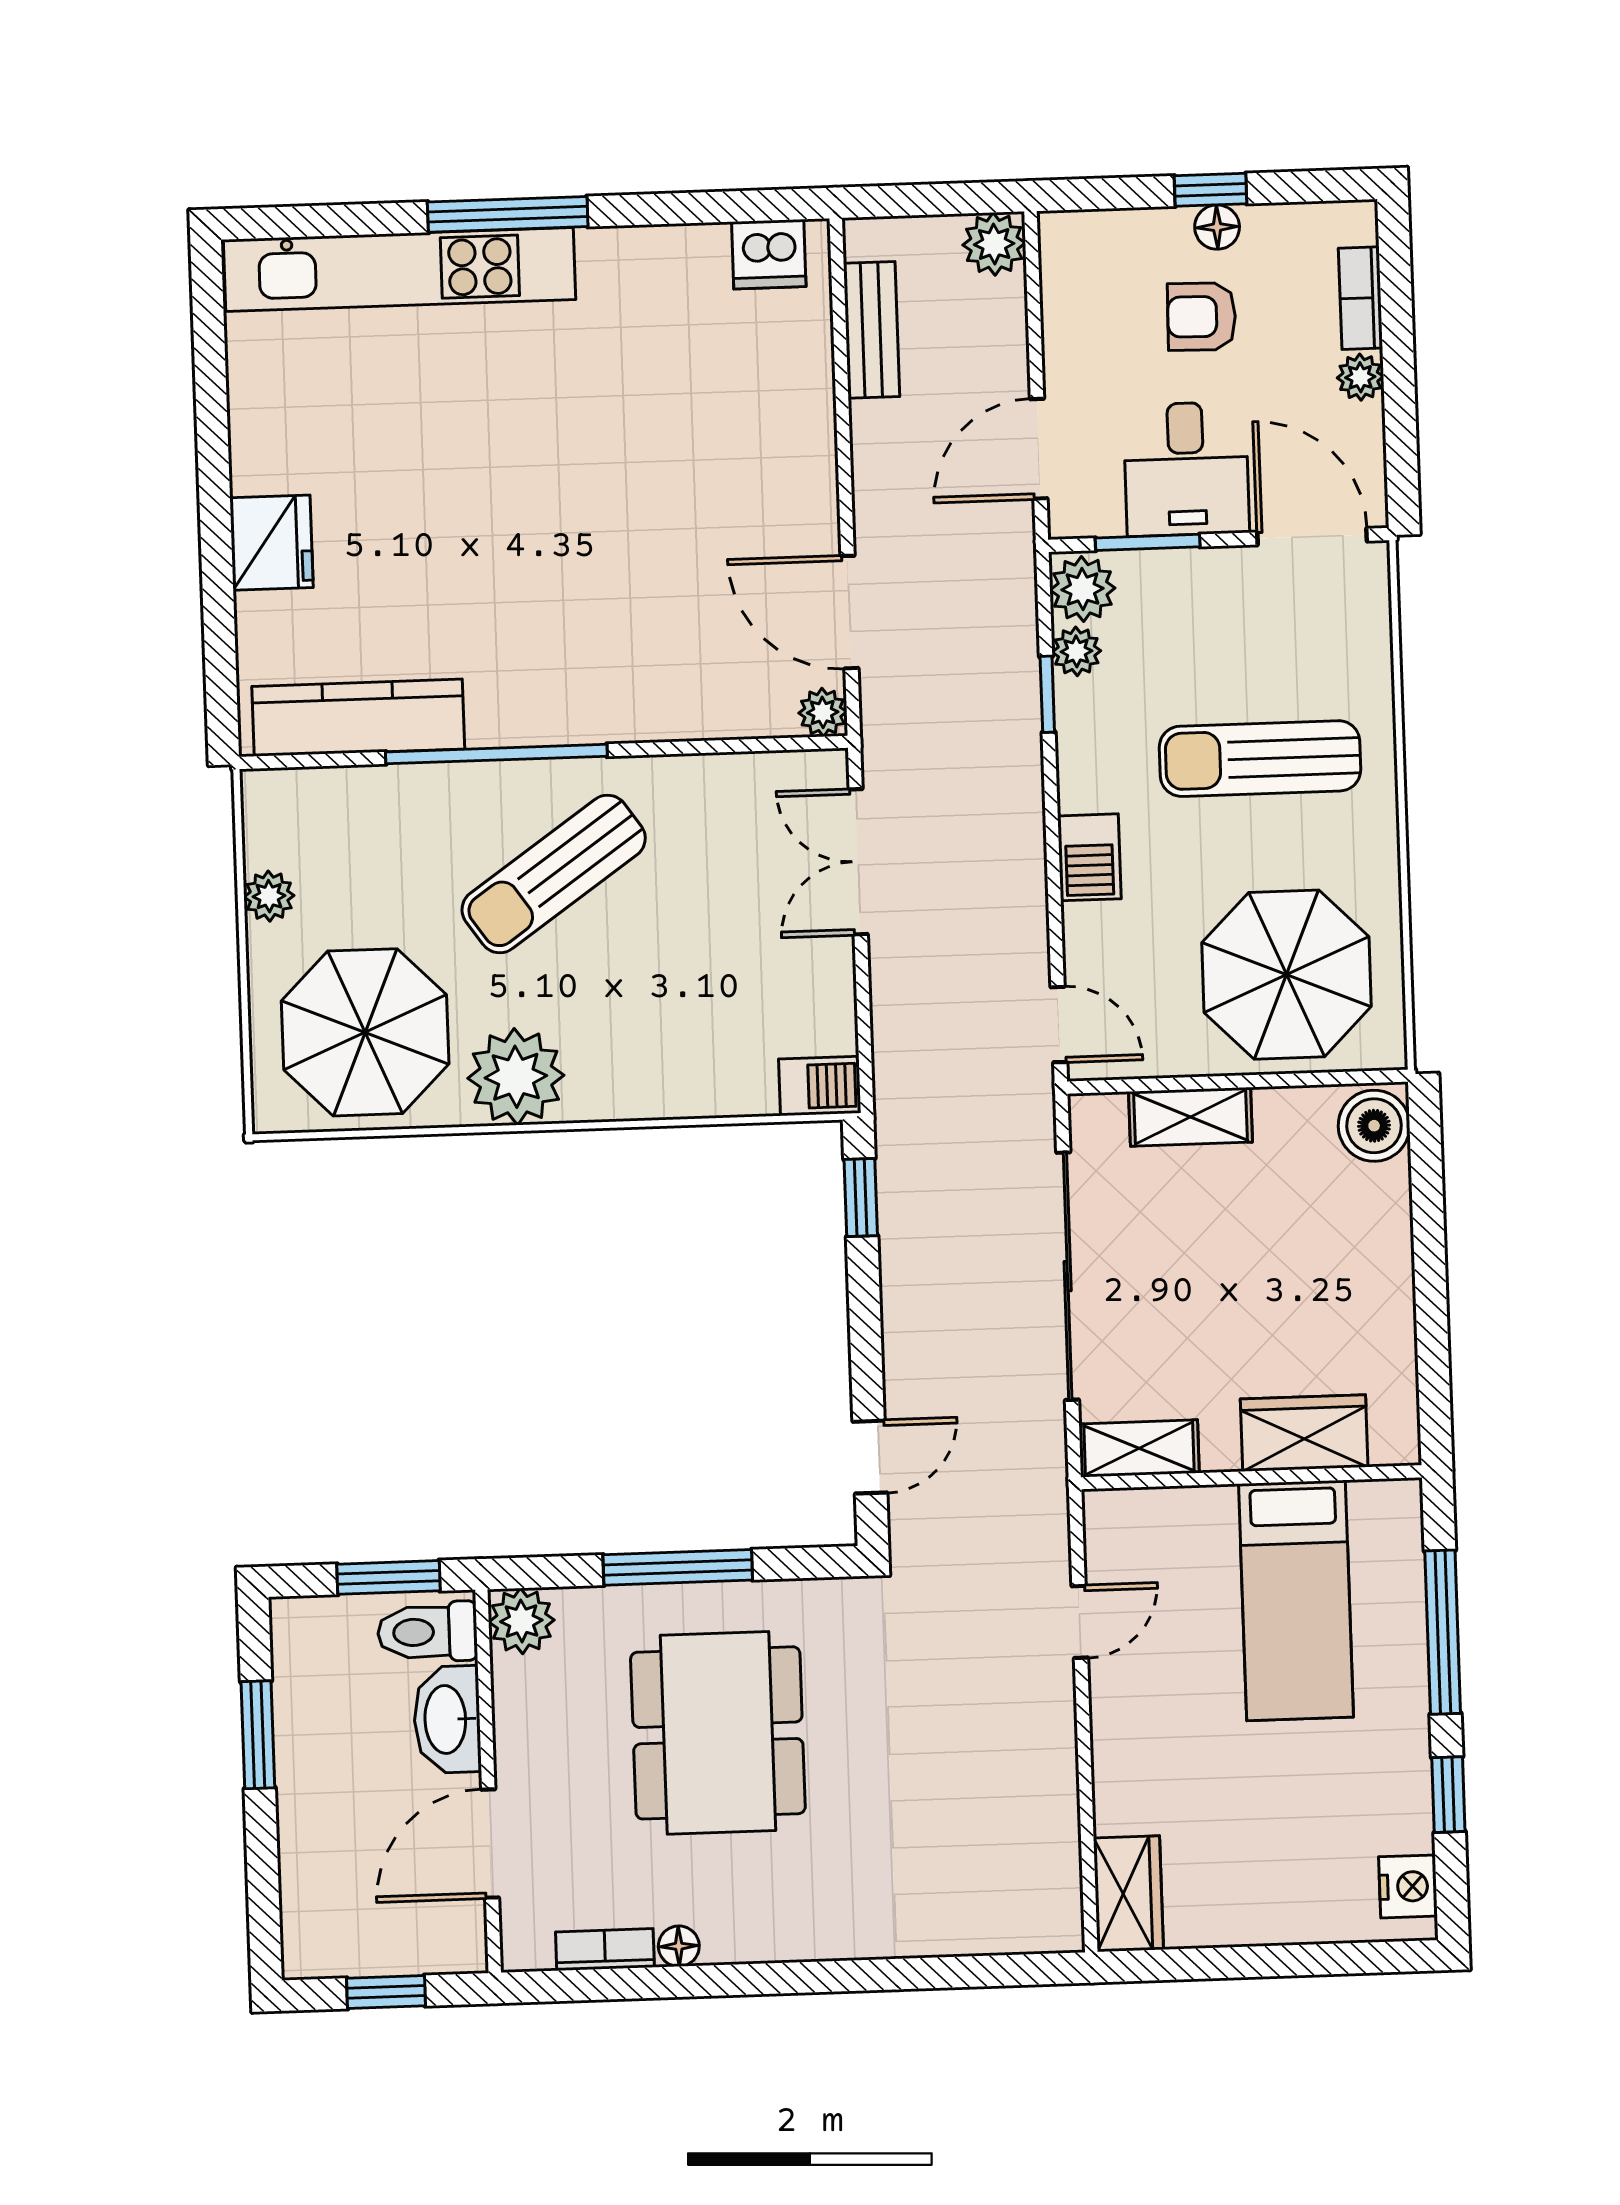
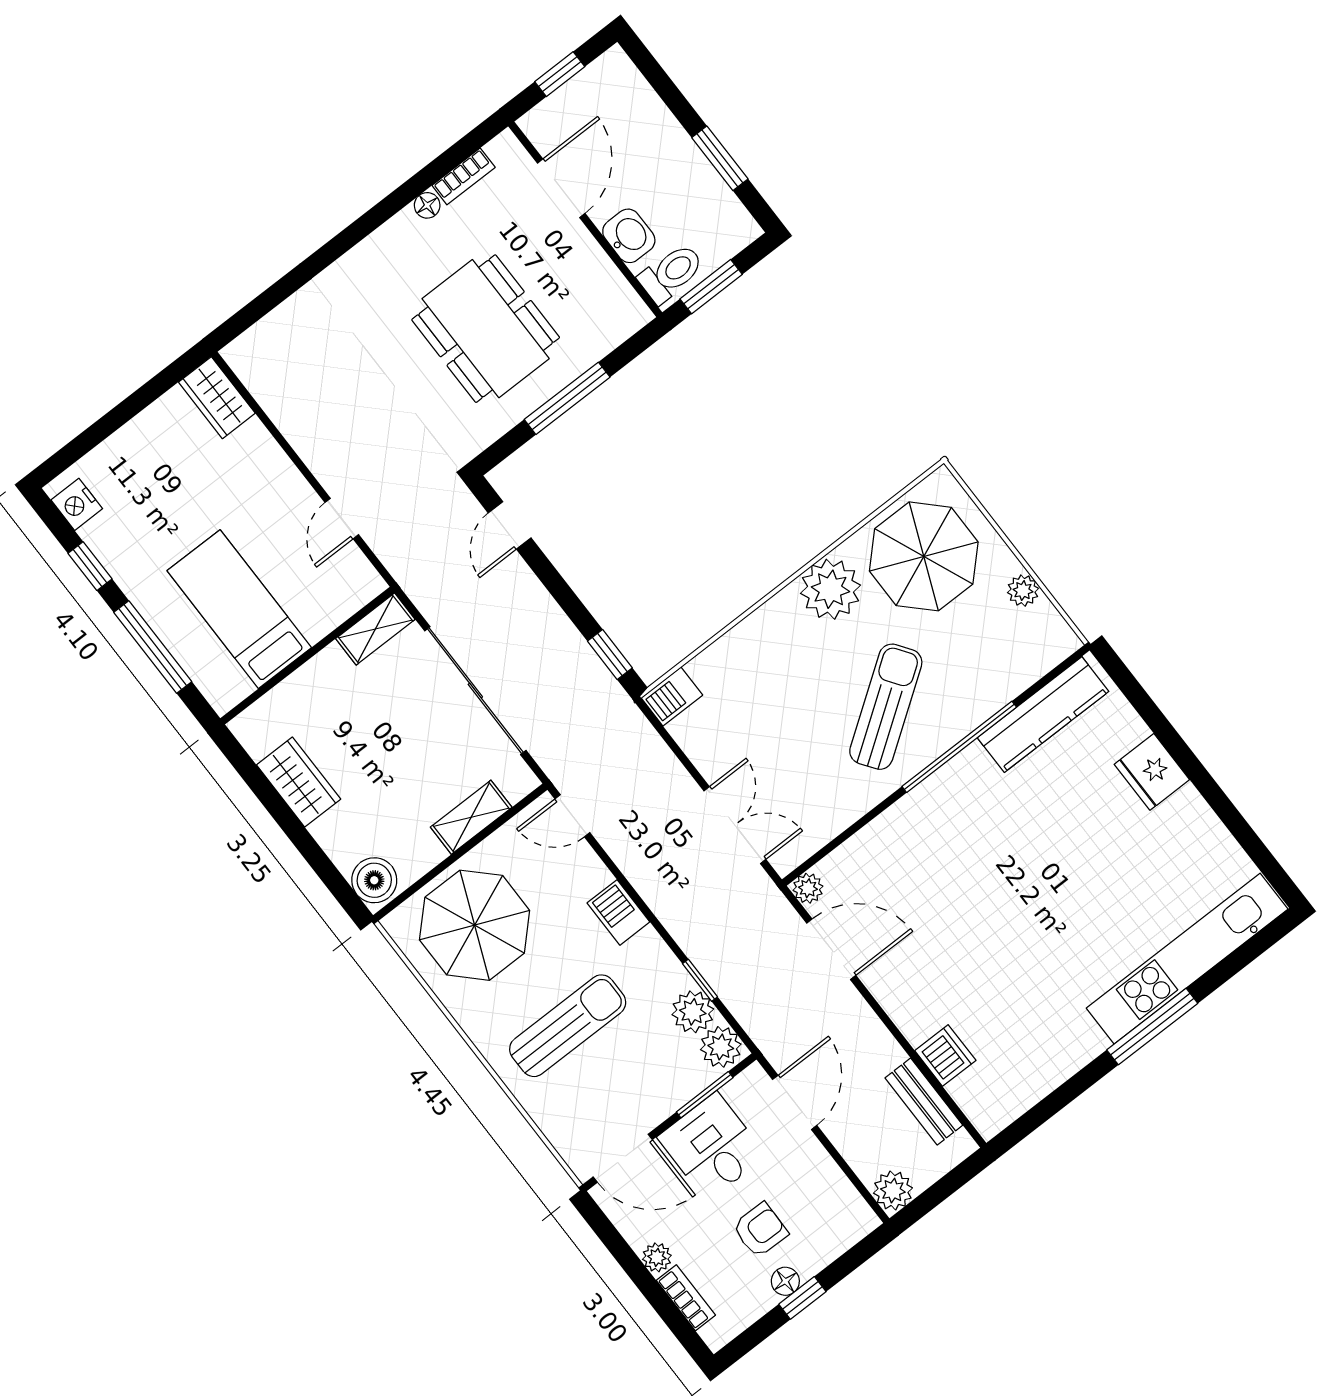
dishwasher: (769, 254) -> (945, 1056), moved, turned 90
plant: (1076, 651) -> (693, 1012), width x1.38, depth x1.38
wardrobe: (1304, 1433) -> (299, 782), moved, turned -90
plant: (521, 1621) -> (627, 313), removed
washbasin: (447, 1719) -> (629, 236), width x0.72

